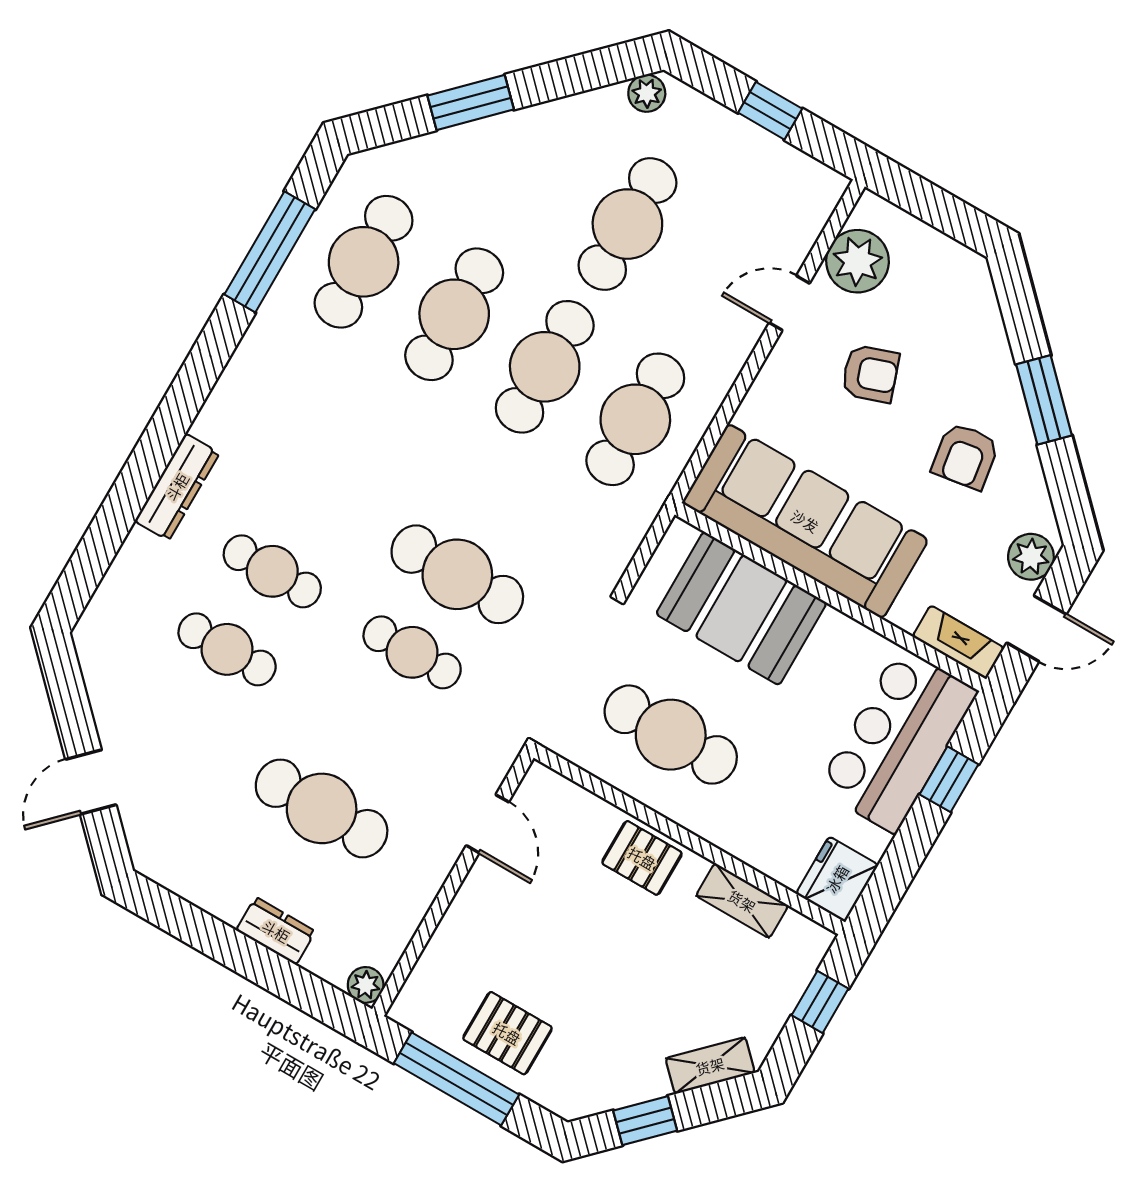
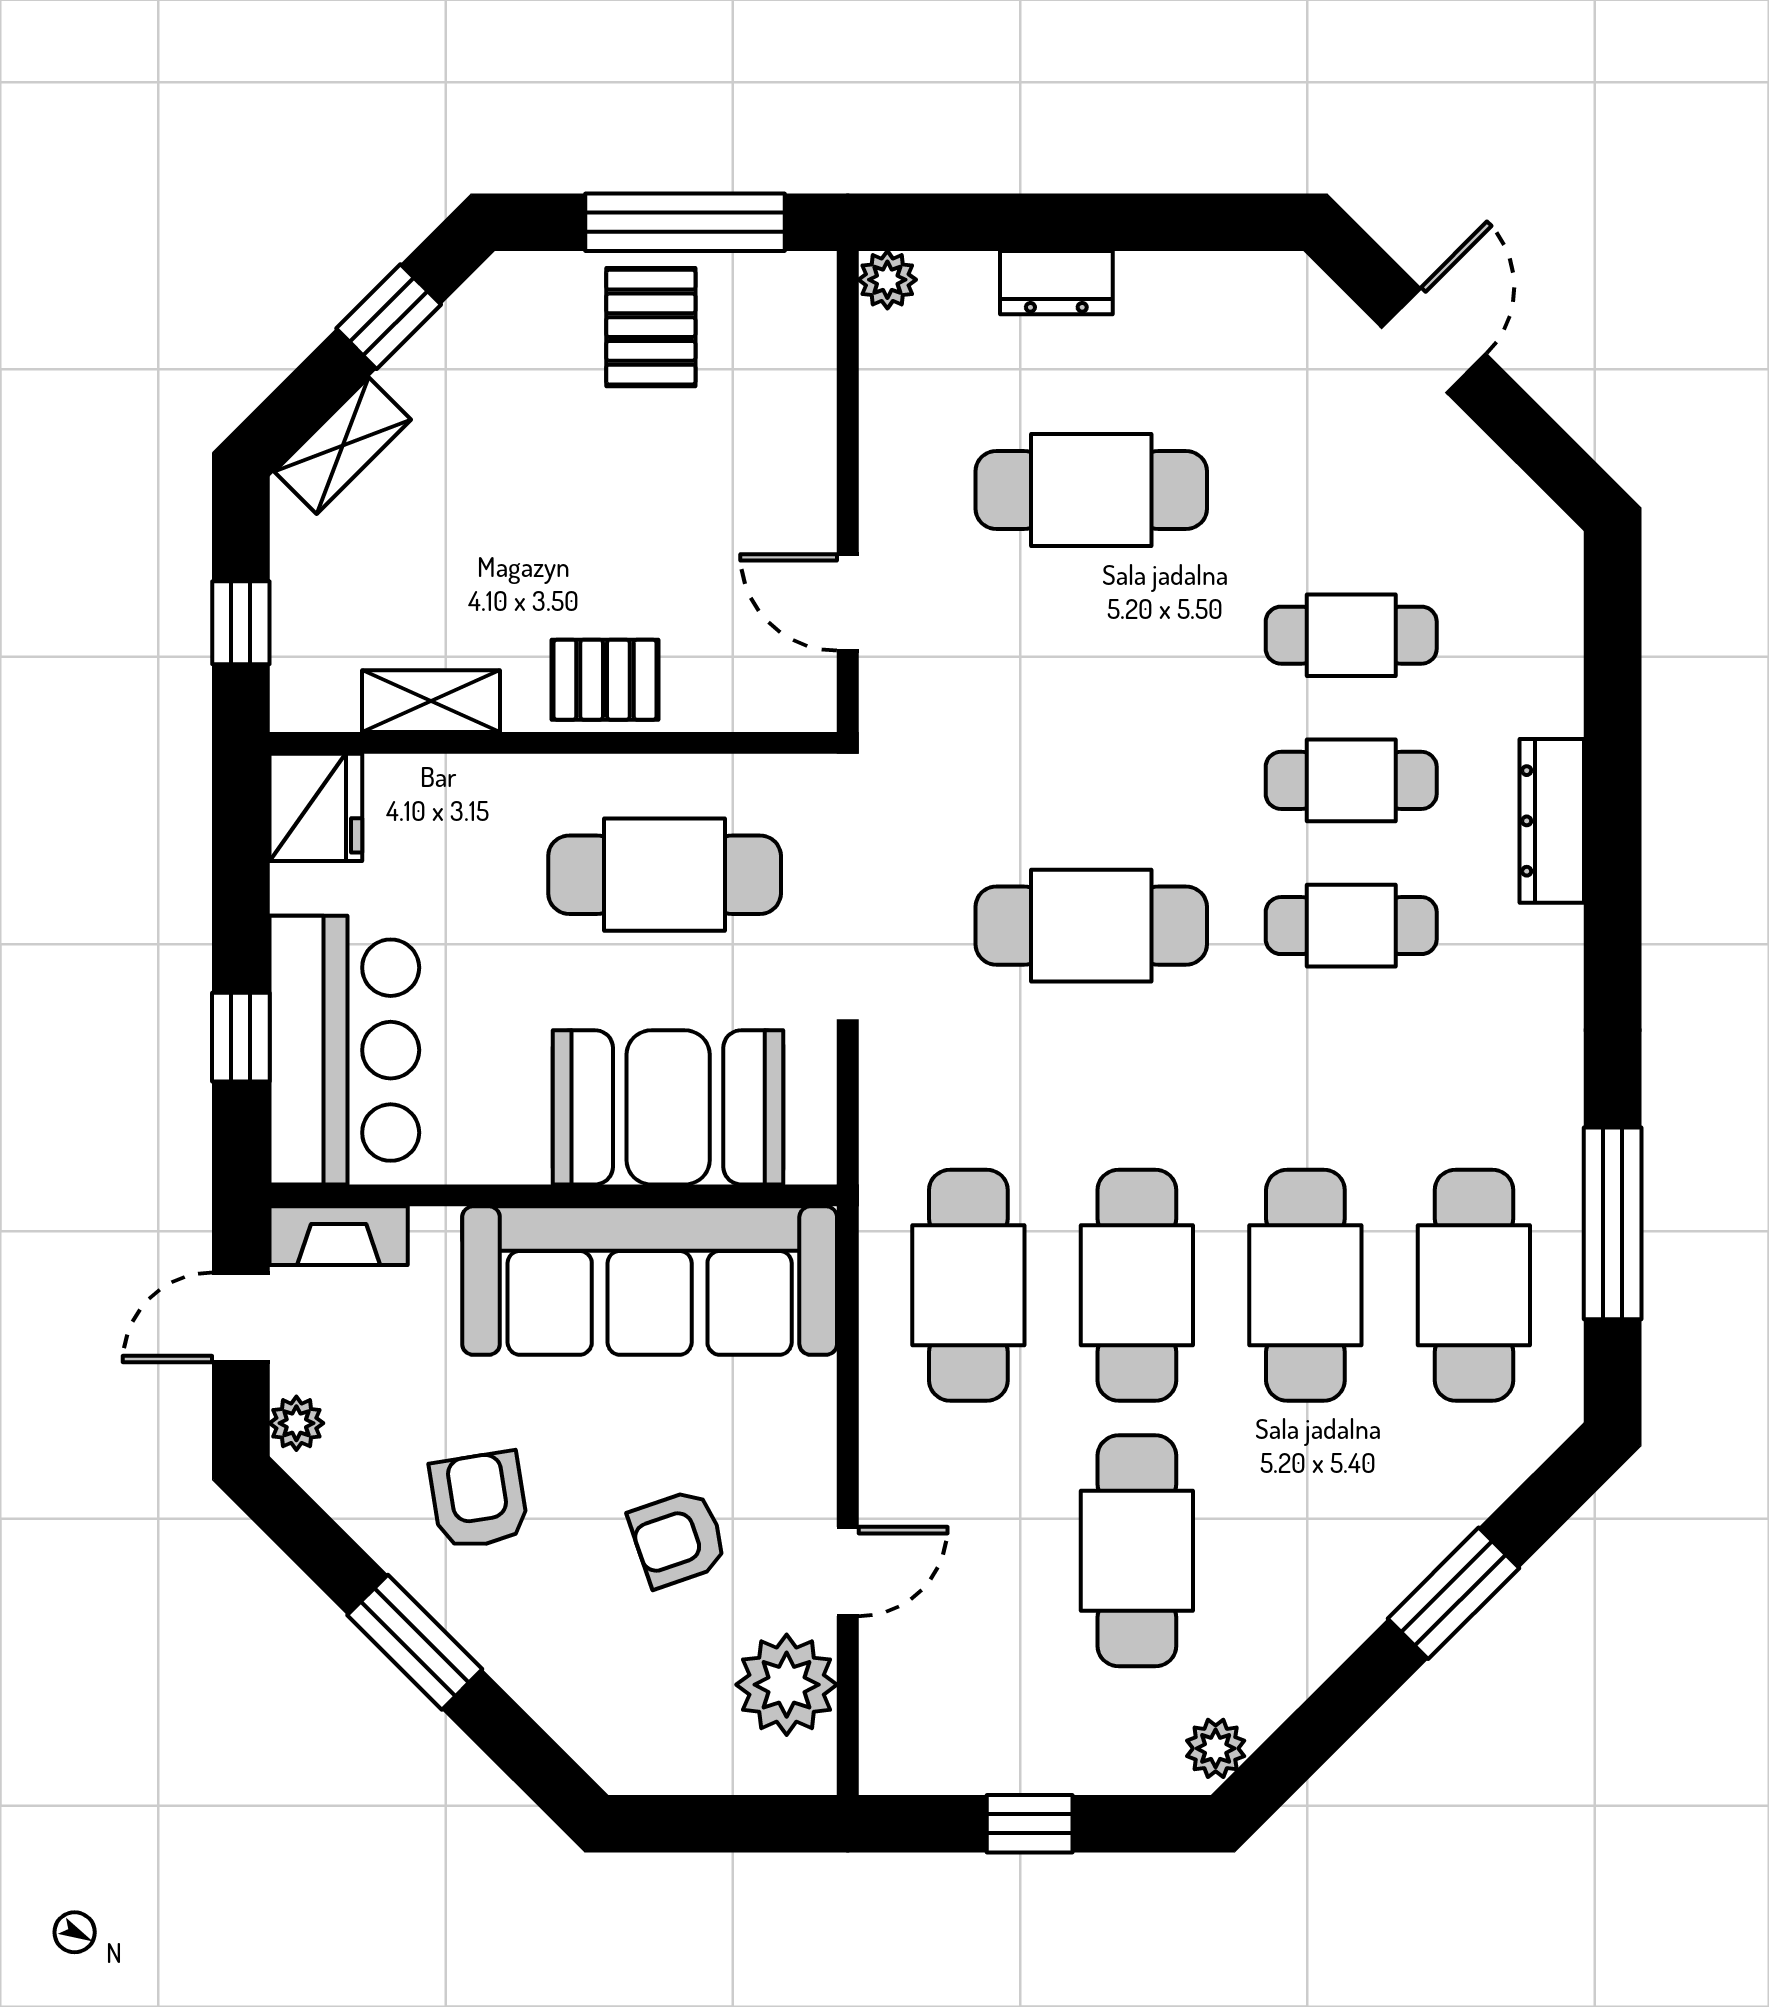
plant: (1031, 557) -> (296, 1423), width x0.73, depth x0.73
cafe table: (412, 652) -> (1351, 926), moved
pallet: (507, 1033) -> (651, 327), turned 90

